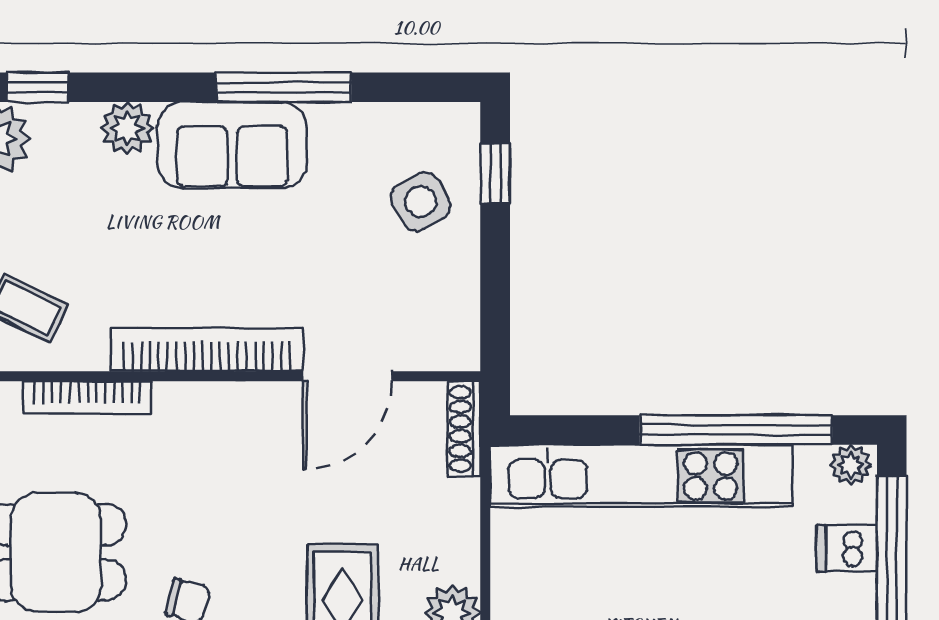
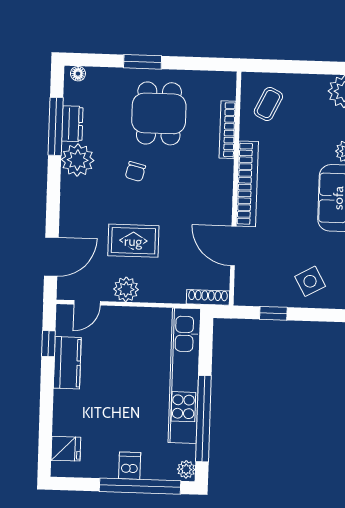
window: (495, 173) -> (273, 313), moved
dishwasher: (847, 548) -> (130, 466), moved

